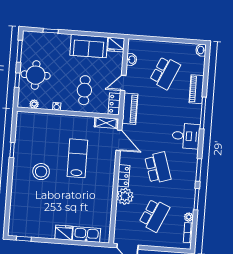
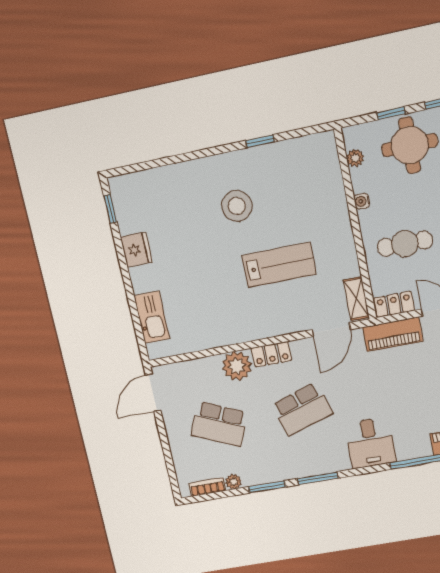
fridge: (64, 233) -> (136, 250), moved

